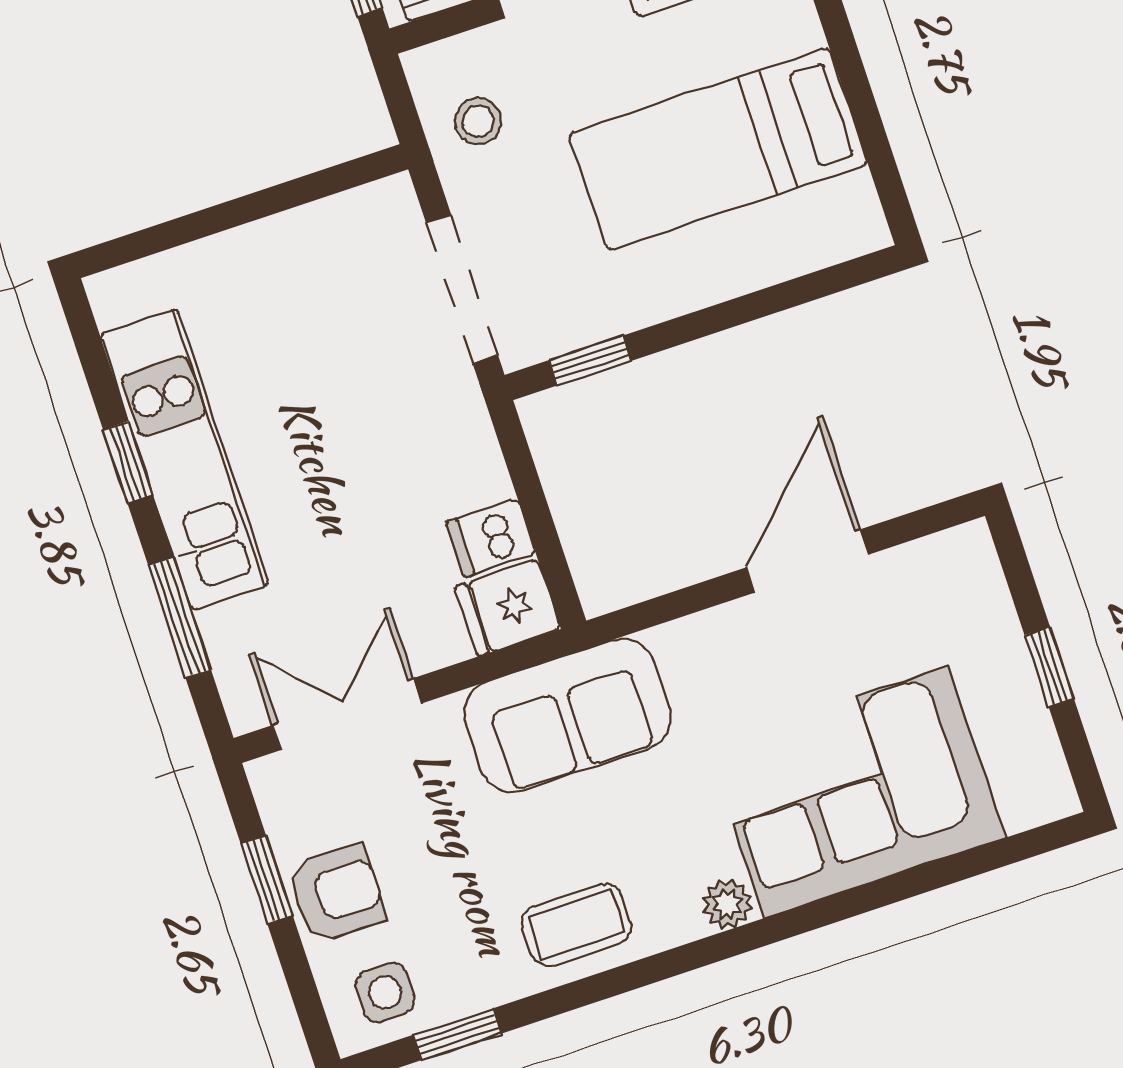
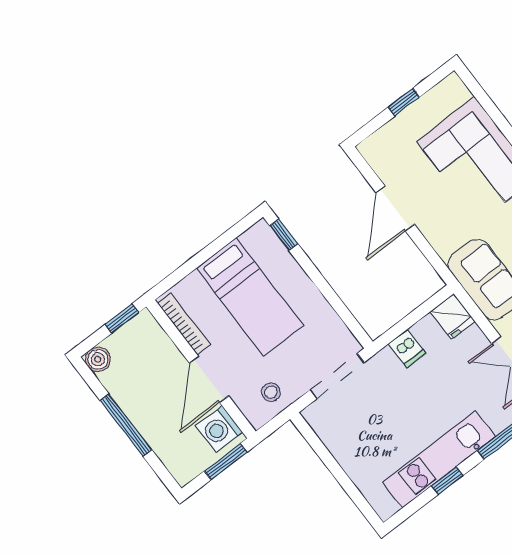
window: (590, 361) -> (284, 235), moved
dishwasher: (491, 538) -> (407, 348), moved
door: (807, 561) -> (395, 208), hinge flipped

